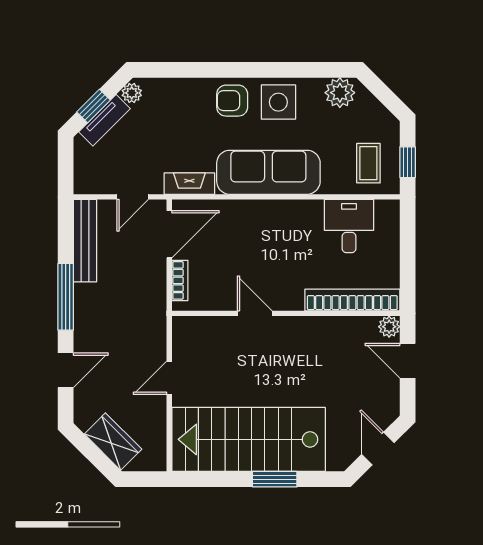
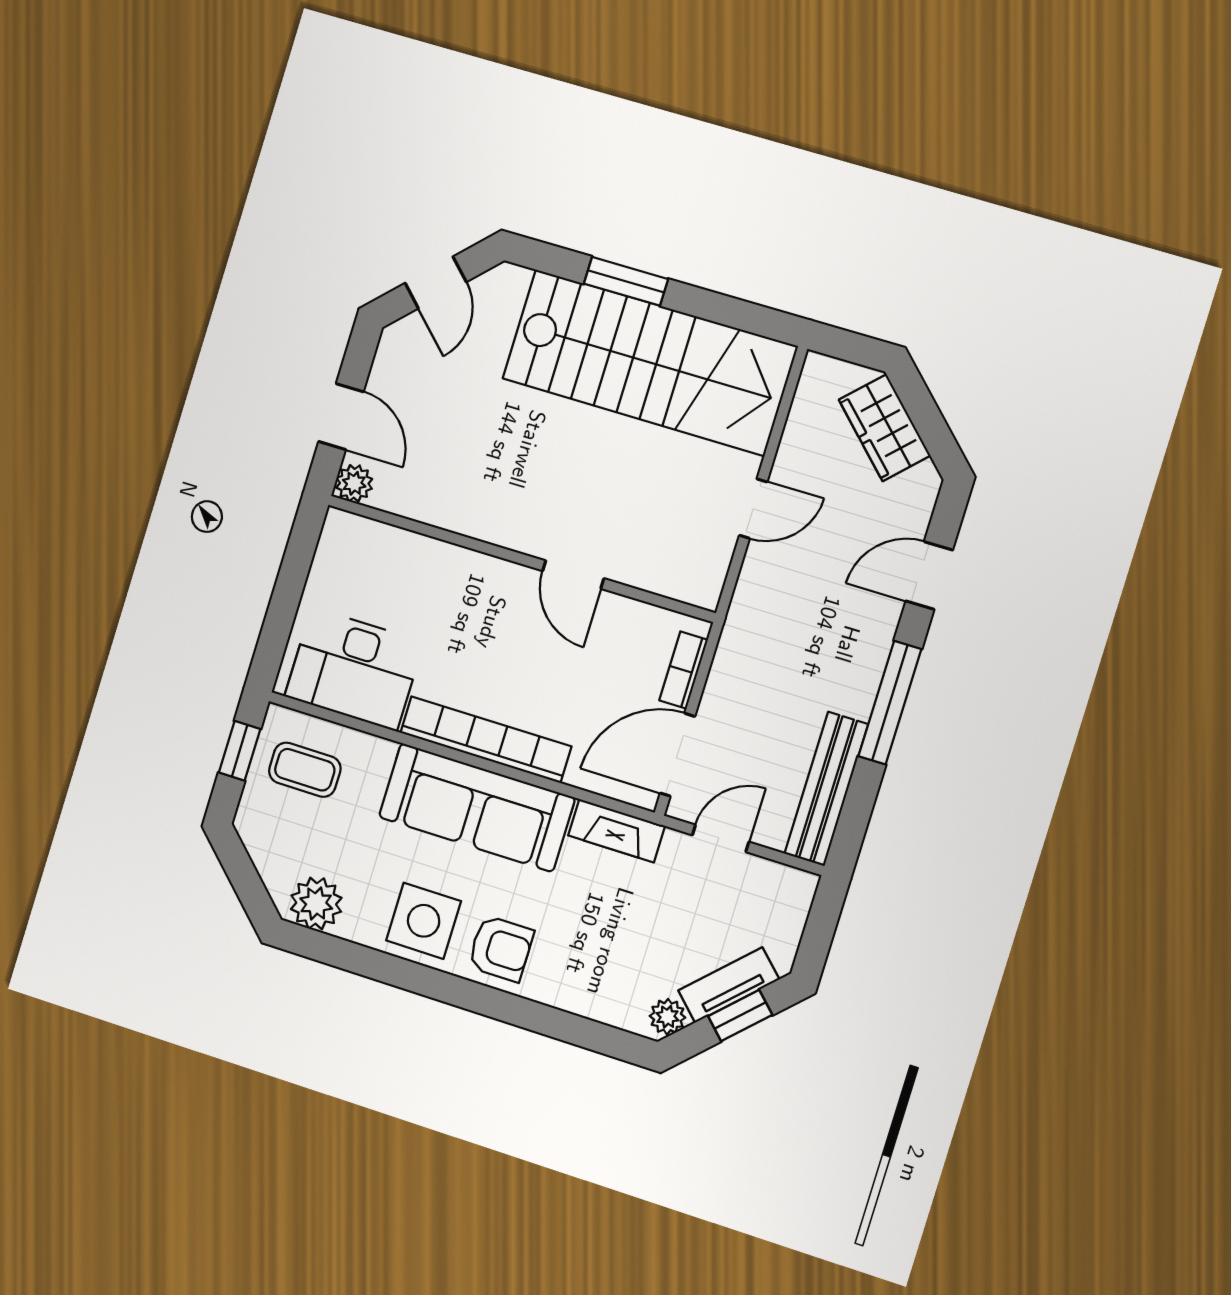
coffee table: (368, 163) -> (305, 770), turned 90
desk: (349, 226) -> (354, 669), width x1.37
bookcase: (352, 300) -> (486, 740), moved, turned 180

